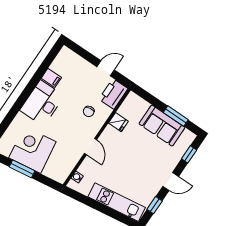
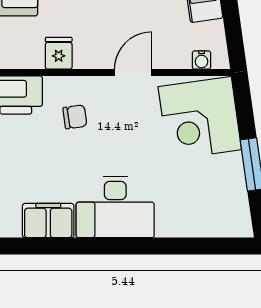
filing cabinet: (51, 78) -> (48, 221), width x2.00
corner desk: (32, 150) -> (200, 118), moved

